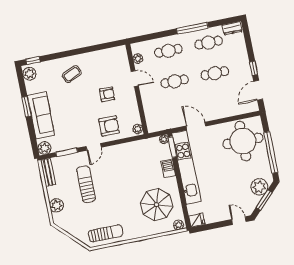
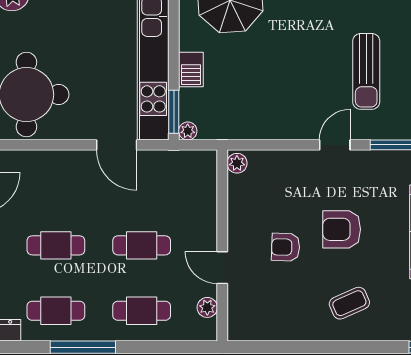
armchair: (109, 126) -> (342, 229), moved

